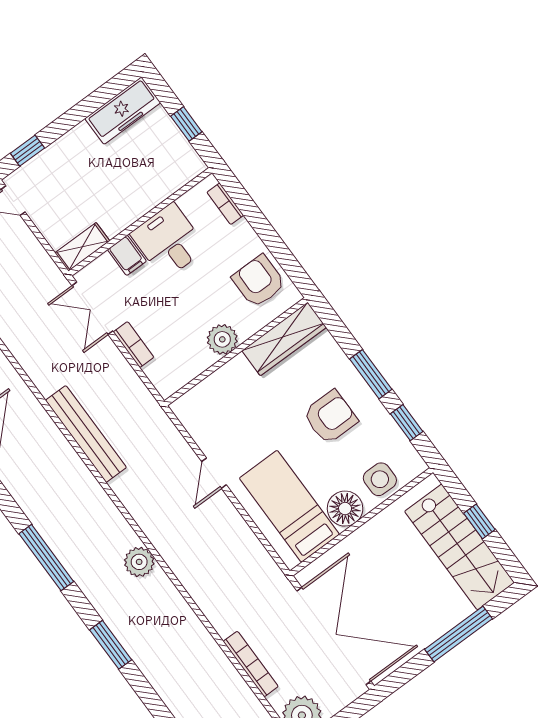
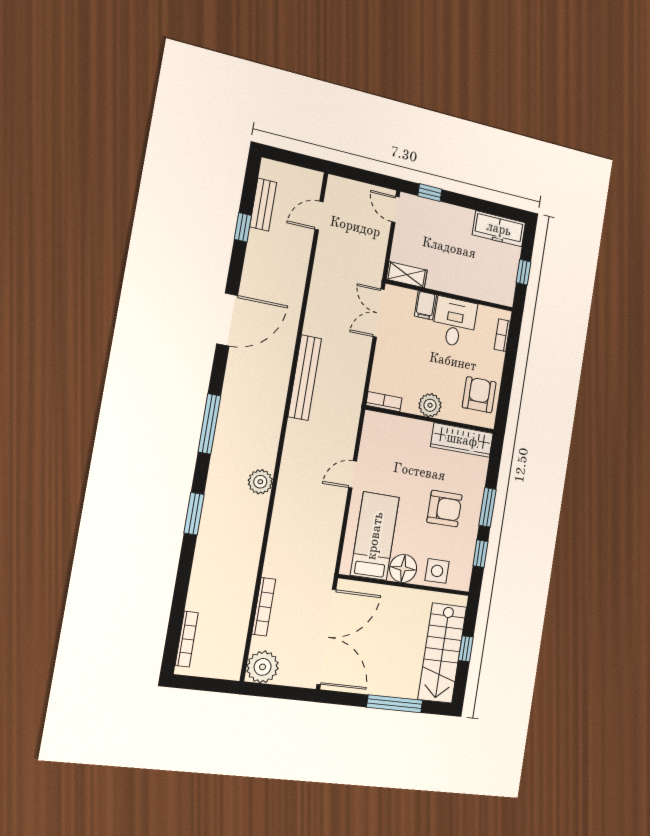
bookcase: (134, 345) -> (384, 402), moved, turned -90

